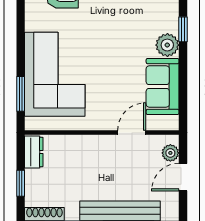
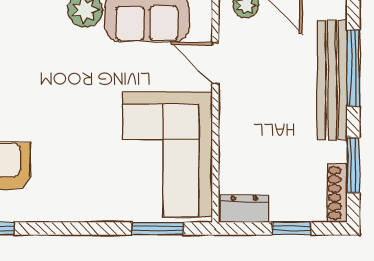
corner sofa: (55, 74) -> (168, 154), moved, turned -90

